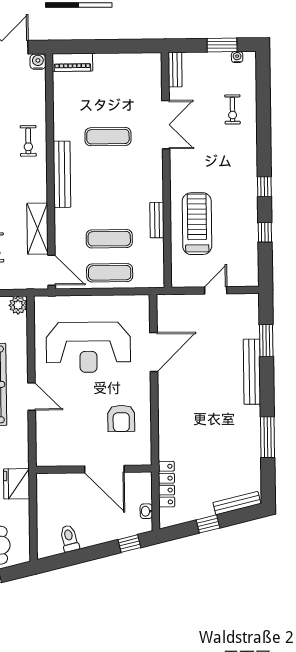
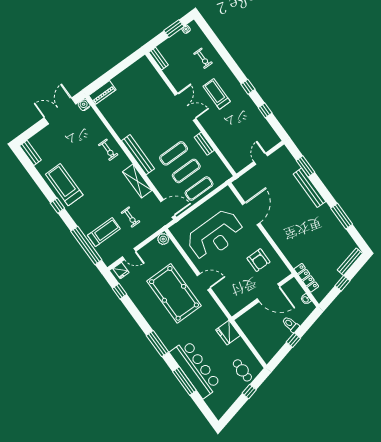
double door: (166, 125) -> (185, 107), moved
exercise mat: (108, 137) -> (174, 153), moved
treadmill: (197, 224) -> (217, 94), moved, width x0.73, depth x0.73
shelving: (38, 229) -> (137, 181), moved
toilet: (69, 538) -> (291, 324), moved
window: (129, 544) -> (293, 340), moved

